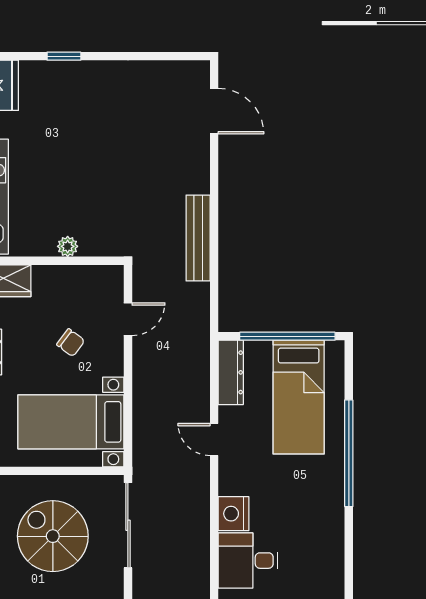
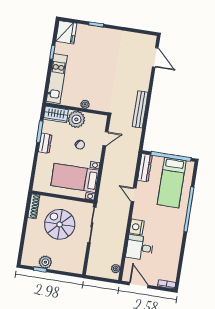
plant: (53, 285) -> (76, 119), added

